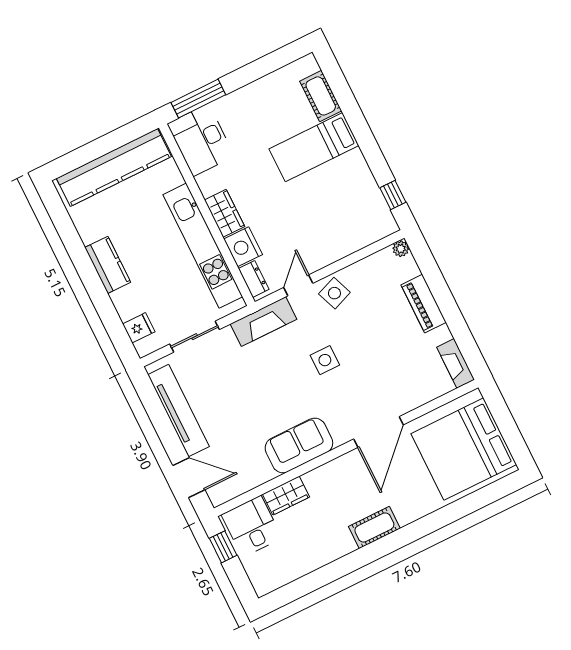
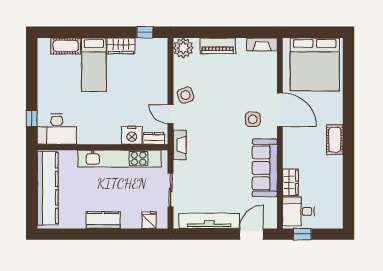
window: (198, 99) -> (32, 119), width x0.46
wardrobe: (225, 213) -> (121, 46), moved, turned 180
plant: (401, 249) -> (183, 48), width x1.88, depth x1.88
fireplace: (264, 322) -> (180, 145), width x0.73, depth x0.76
side table: (325, 360) -> (253, 119), moved
sofa: (299, 445) -> (265, 168), width x1.36

